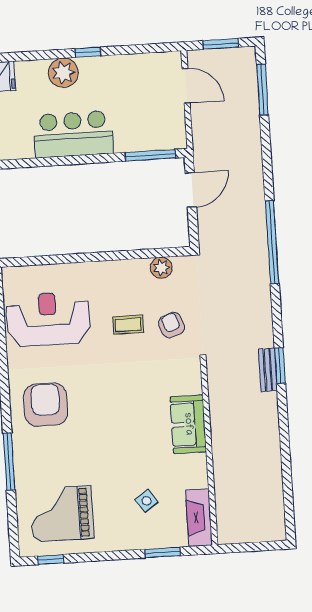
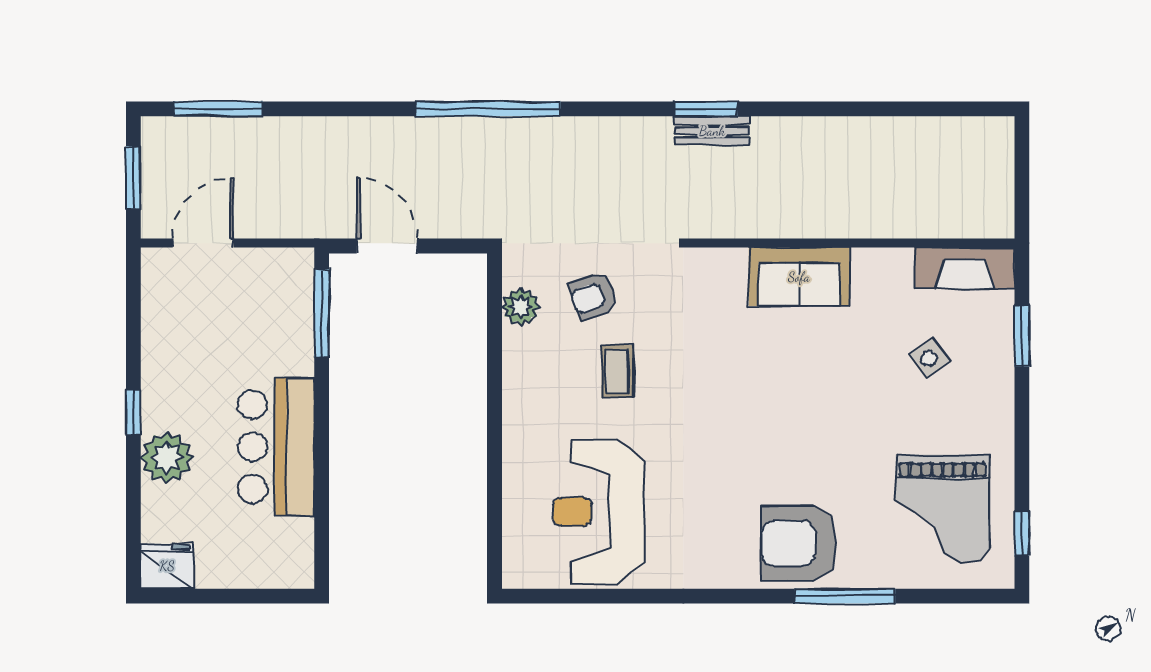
armchair: (172, 325) -> (593, 296), moved
armchair: (46, 405) -> (799, 543), moved

